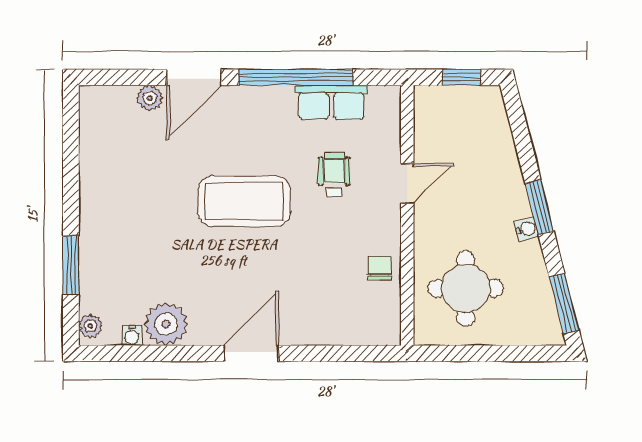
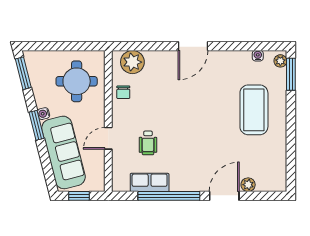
sofa: (490, 157) -> (63, 152), added
coffee table: (244, 201) -> (254, 110), moved, turned 90
window: (71, 265) -> (291, 74), moved
plant: (166, 324) -> (132, 62), moved

